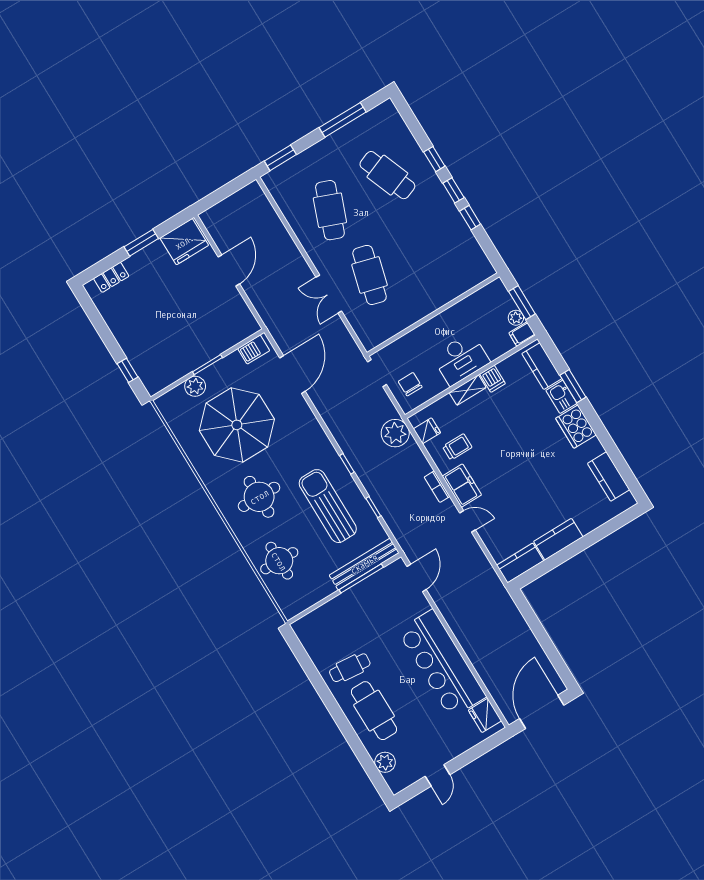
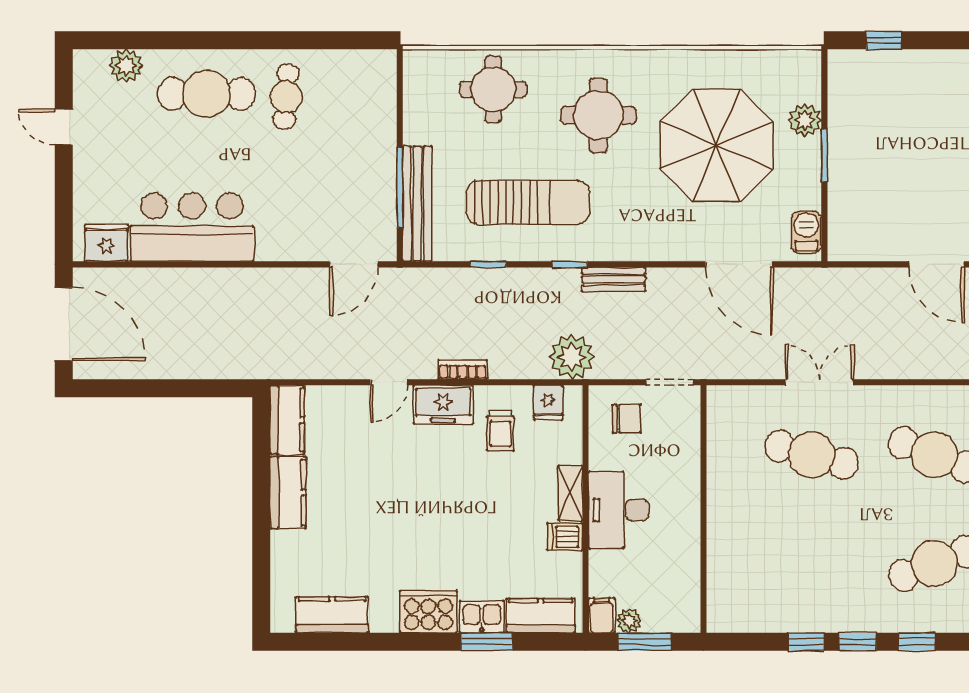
bench: (341, 436) -> (614, 279), added
door: (417, 578) -> (354, 264), hinge flipped
bar counter: (442, 664) -> (192, 227), width x0.73

